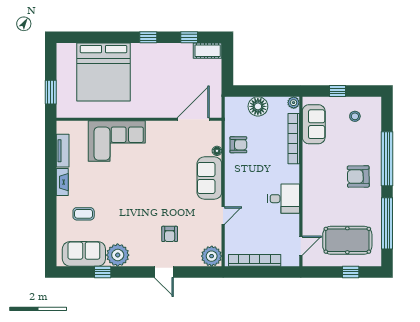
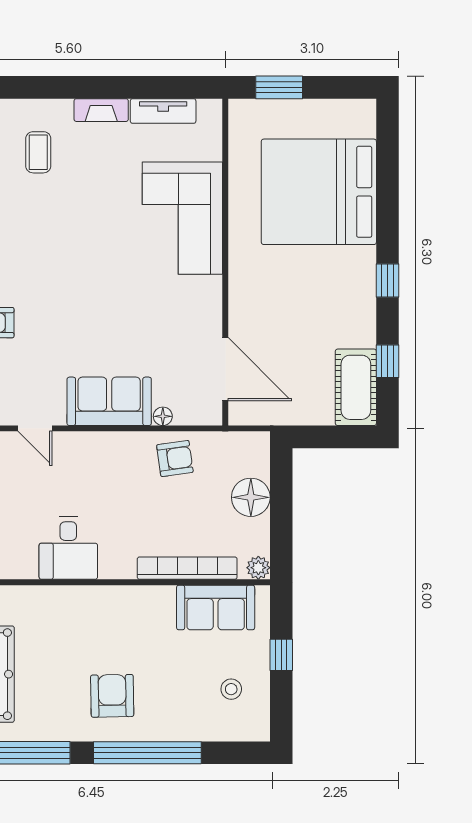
cot: (208, 51) -> (356, 387), width x1.37, depth x1.34
armchair: (238, 145) -> (175, 459), turned -98

